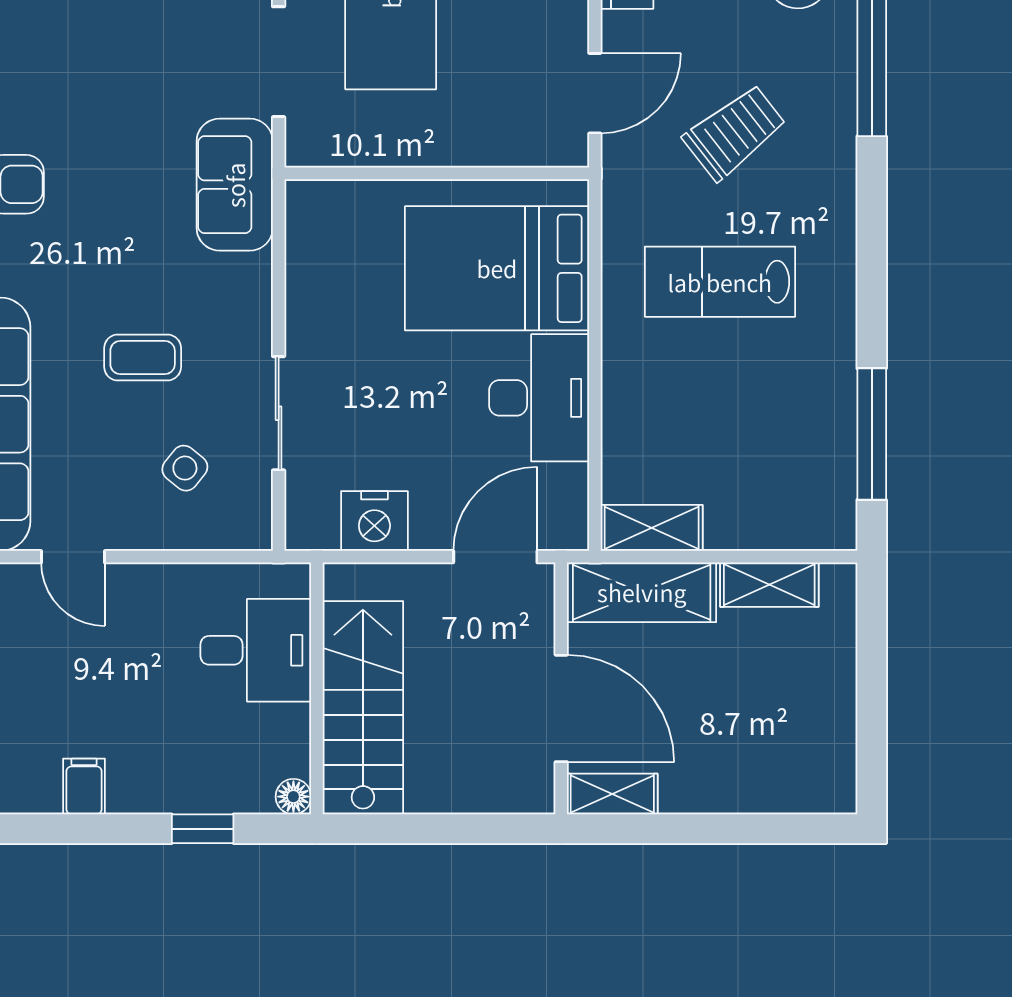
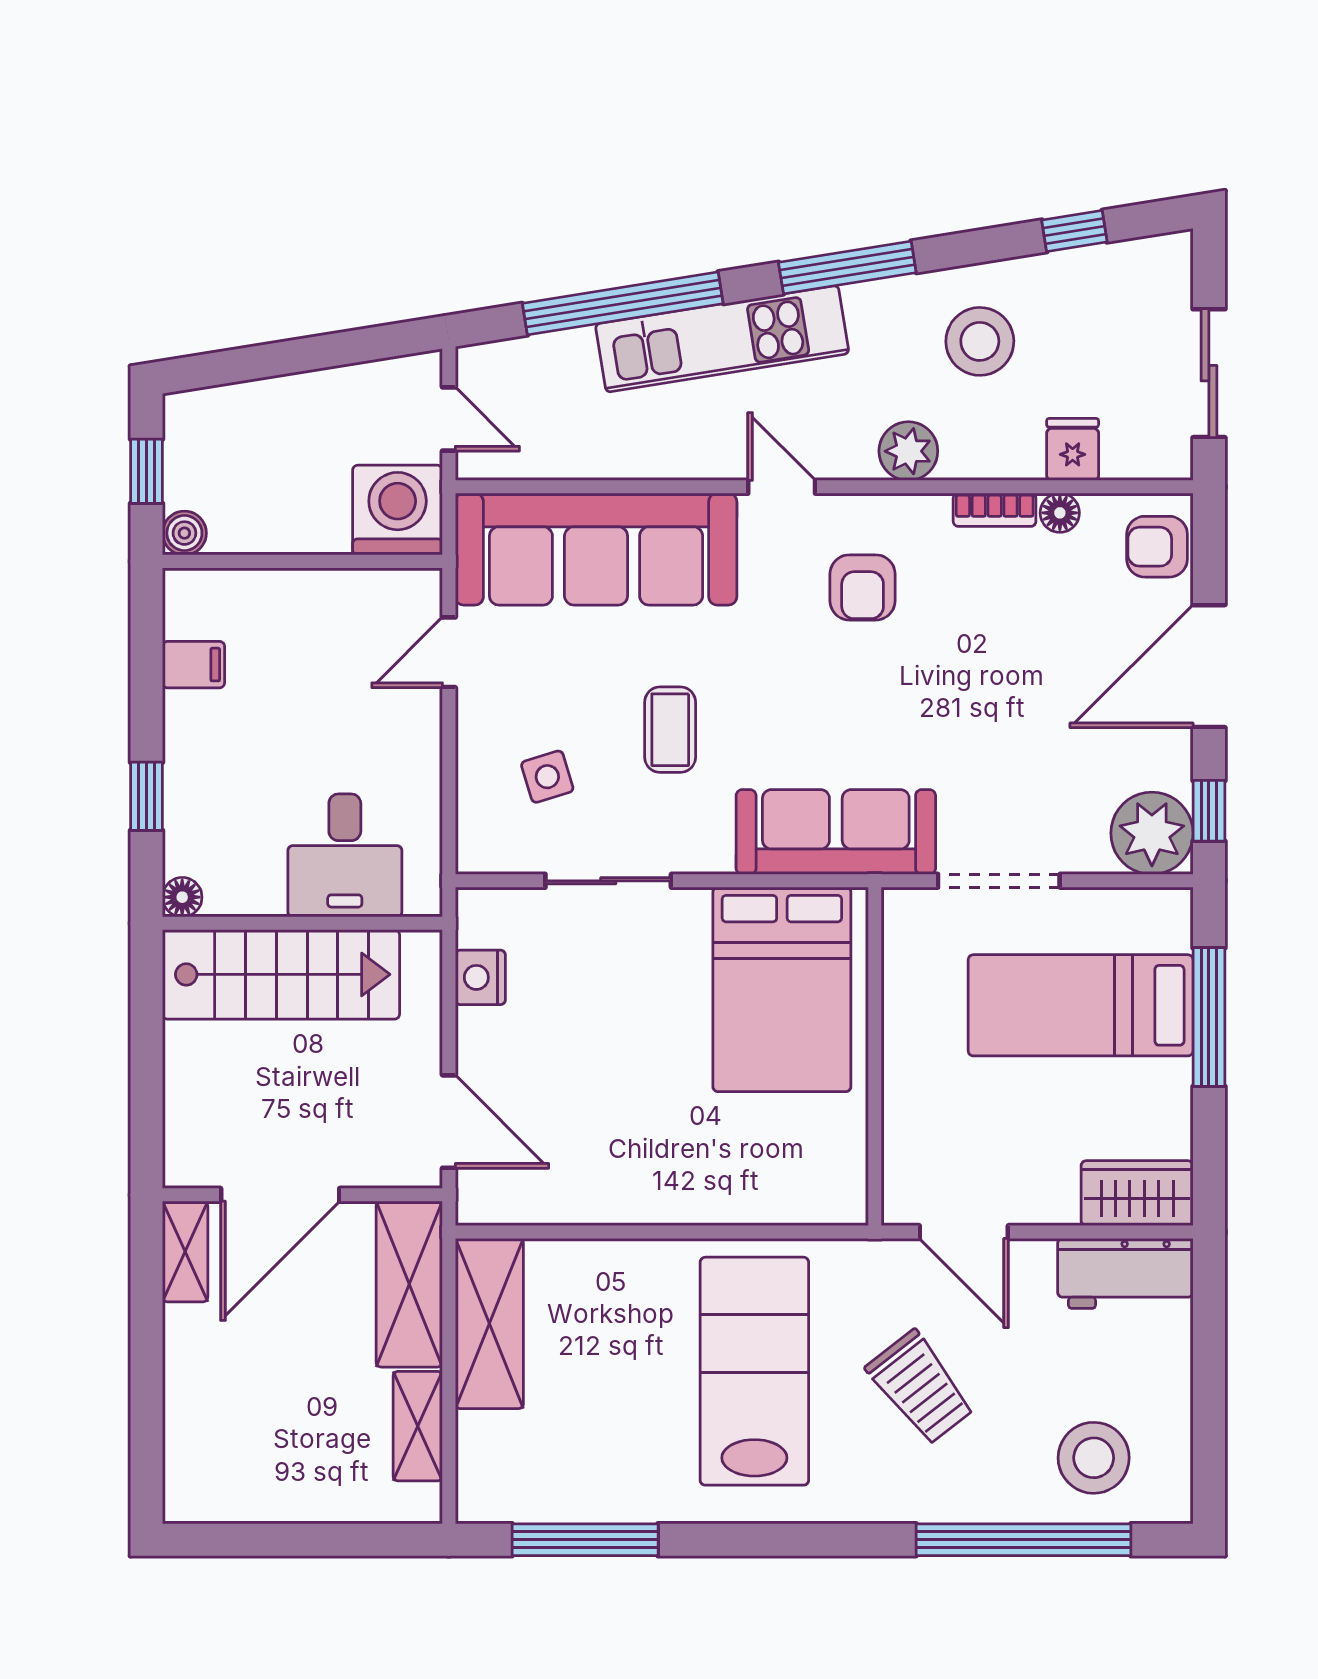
sofa: (235, 185) -> (836, 832), width x1.36
bed: (497, 268) -> (782, 989), moved, turned 180
lab bench: (720, 282) -> (754, 1371), width x1.36, depth x1.39
desk: (539, 398) -> (625, 1170), removed
side table: (185, 468) -> (547, 777), turned 34
nightstand: (374, 521) -> (480, 977), width x0.74, depth x0.75
shelving: (652, 528) -> (489, 1324), width x1.50, depth x1.33

